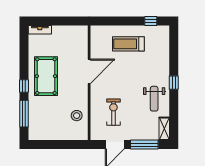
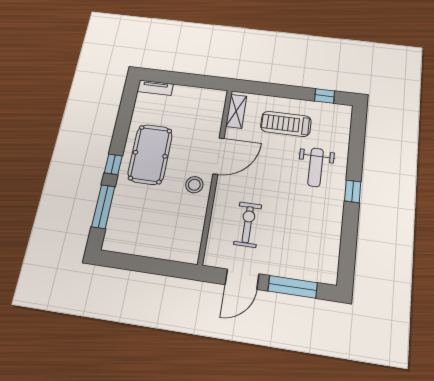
weight bench: (154, 99) -> (316, 167), moved
stool: (77, 116) -> (194, 185), moved
shelving: (164, 129) -> (236, 111), moved

